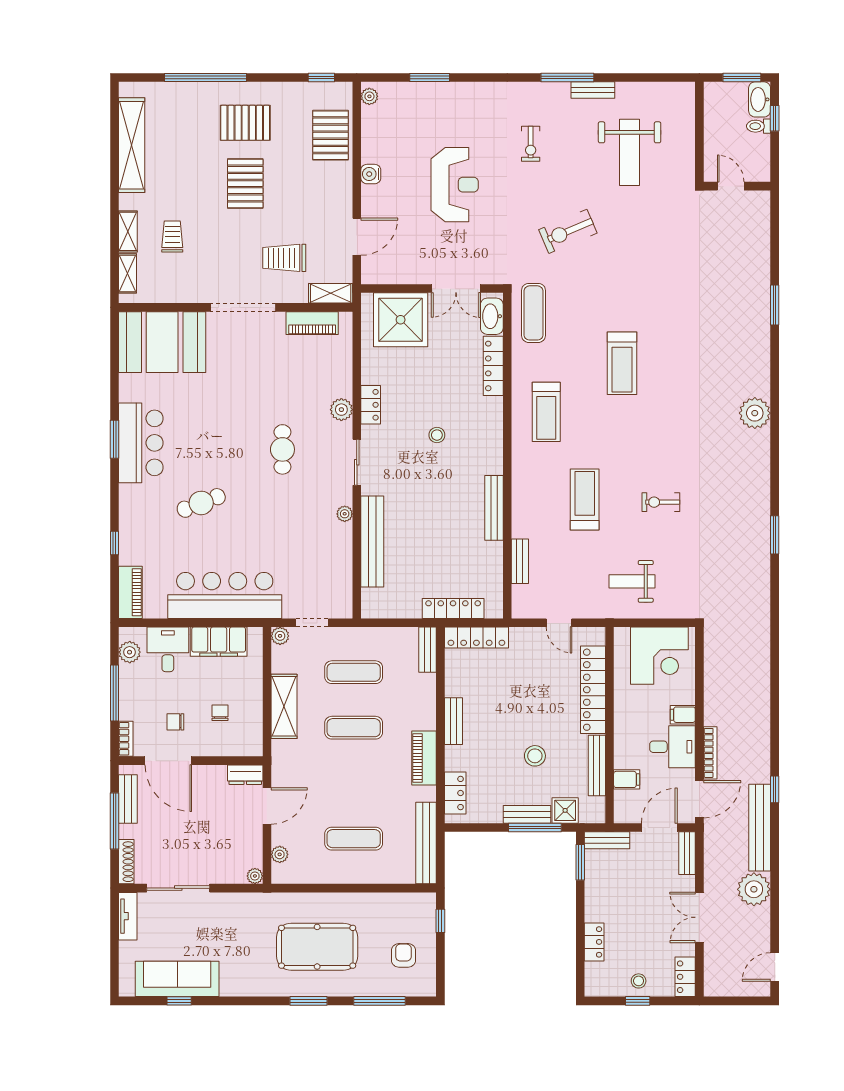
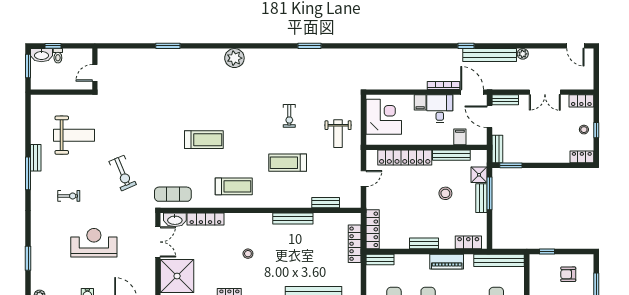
plant: (754, 889) -> (523, 54), width x0.53, depth x0.53
locker: (594, 942) -> (582, 157), moved

